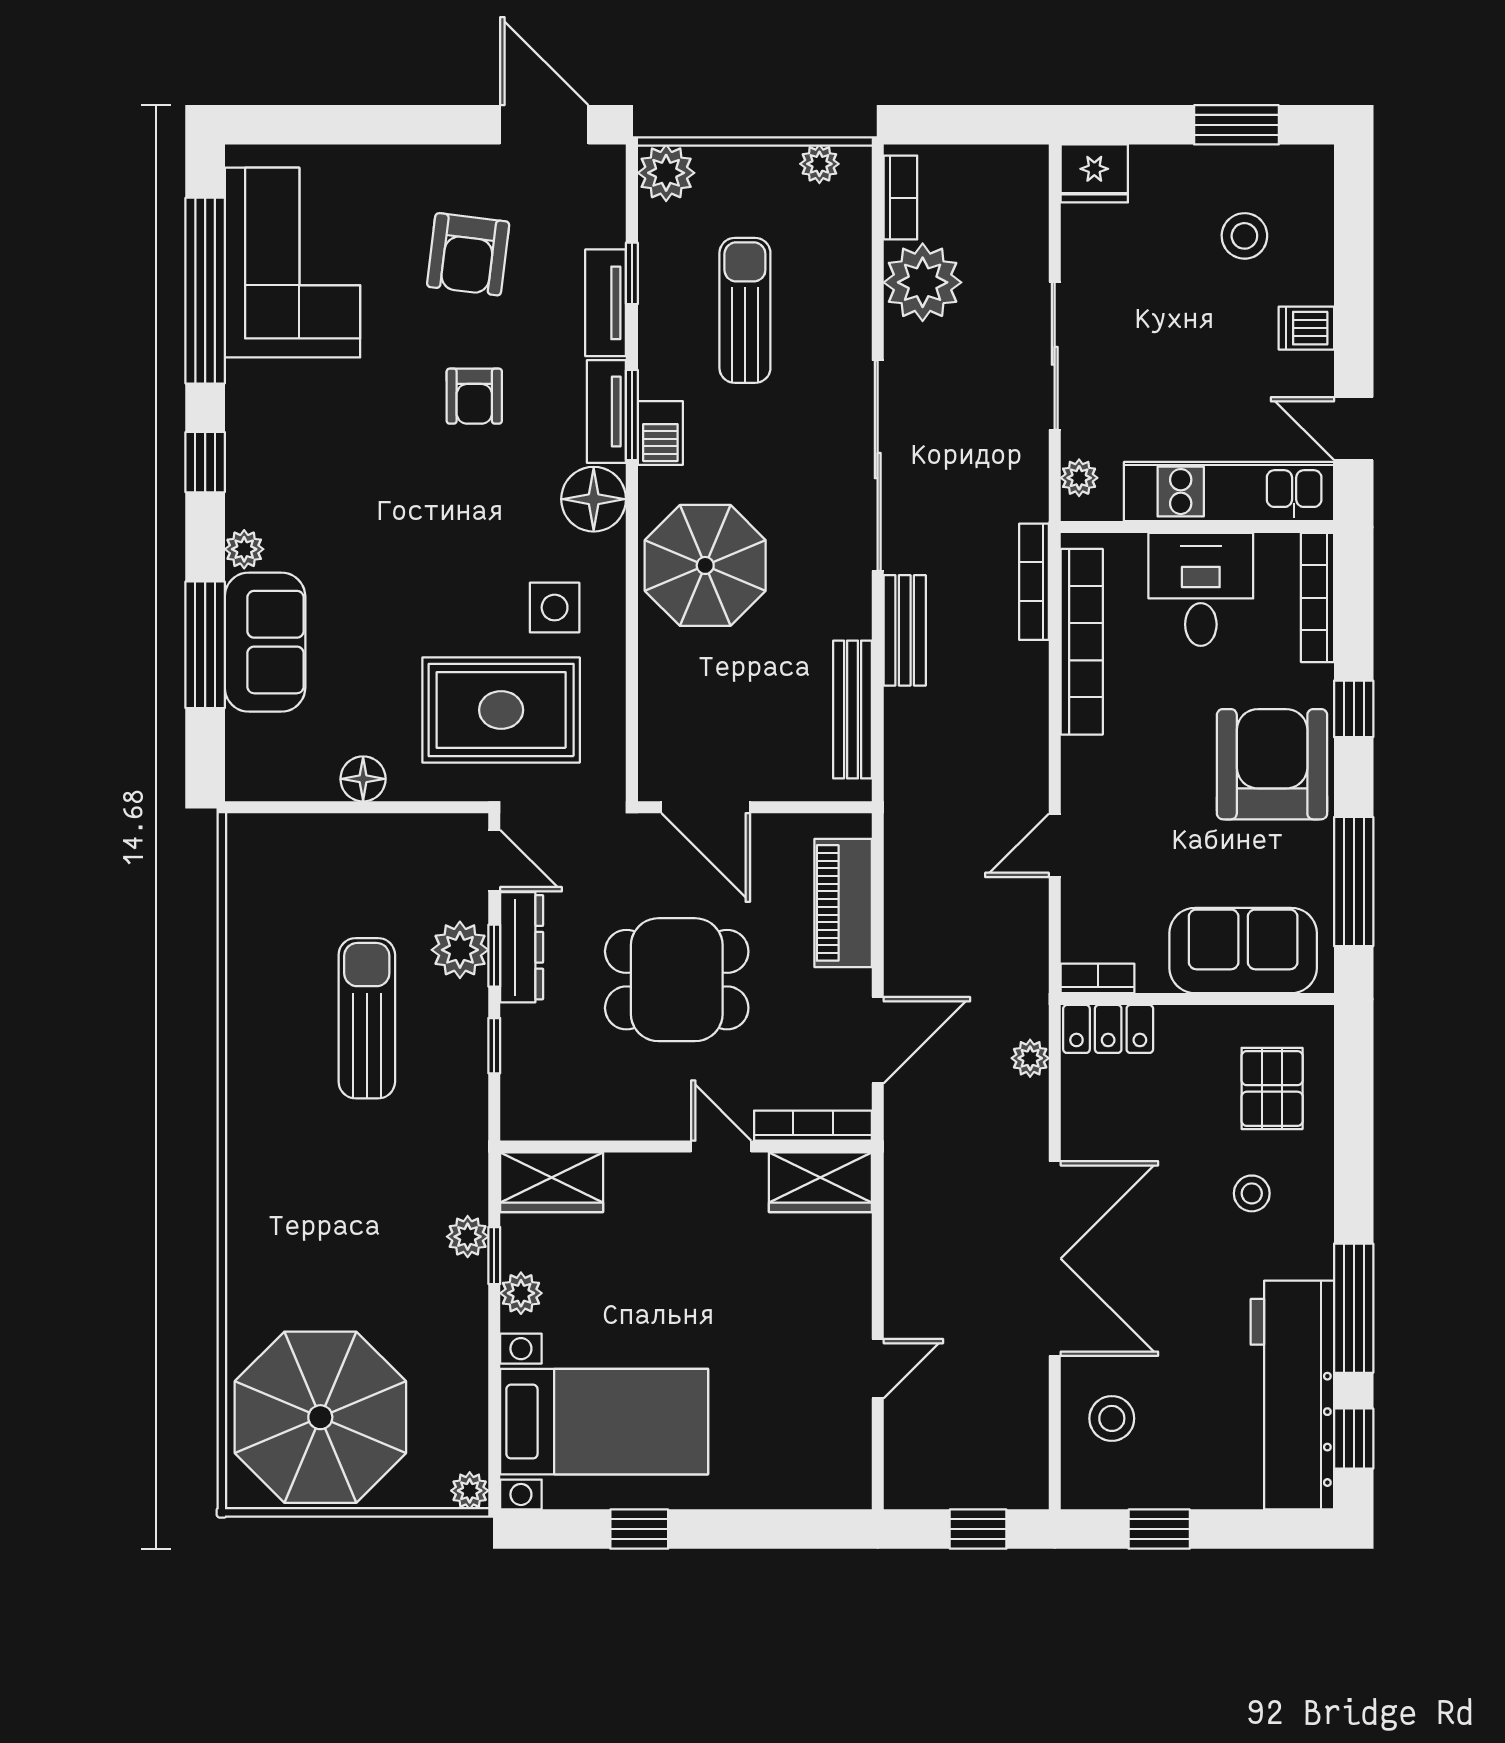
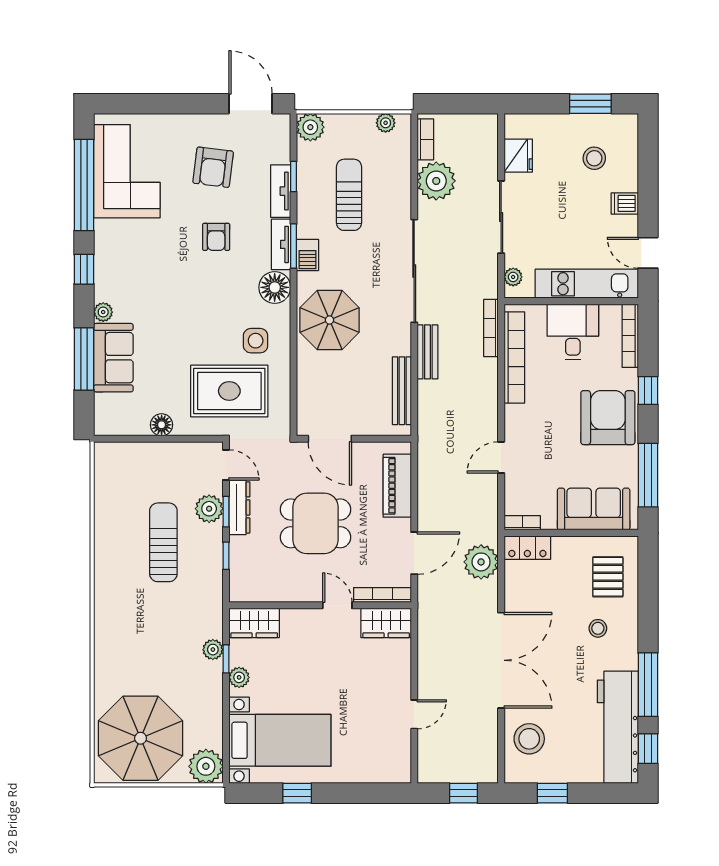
fridge: (1094, 173) -> (518, 156), moved, turned -90
plant: (1030, 1058) -> (481, 562), width x1.88, depth x1.88
stool: (1112, 1418) -> (529, 739), width x1.38, depth x1.38
plant: (470, 1491) -> (206, 766), width x1.88, depth x1.88

